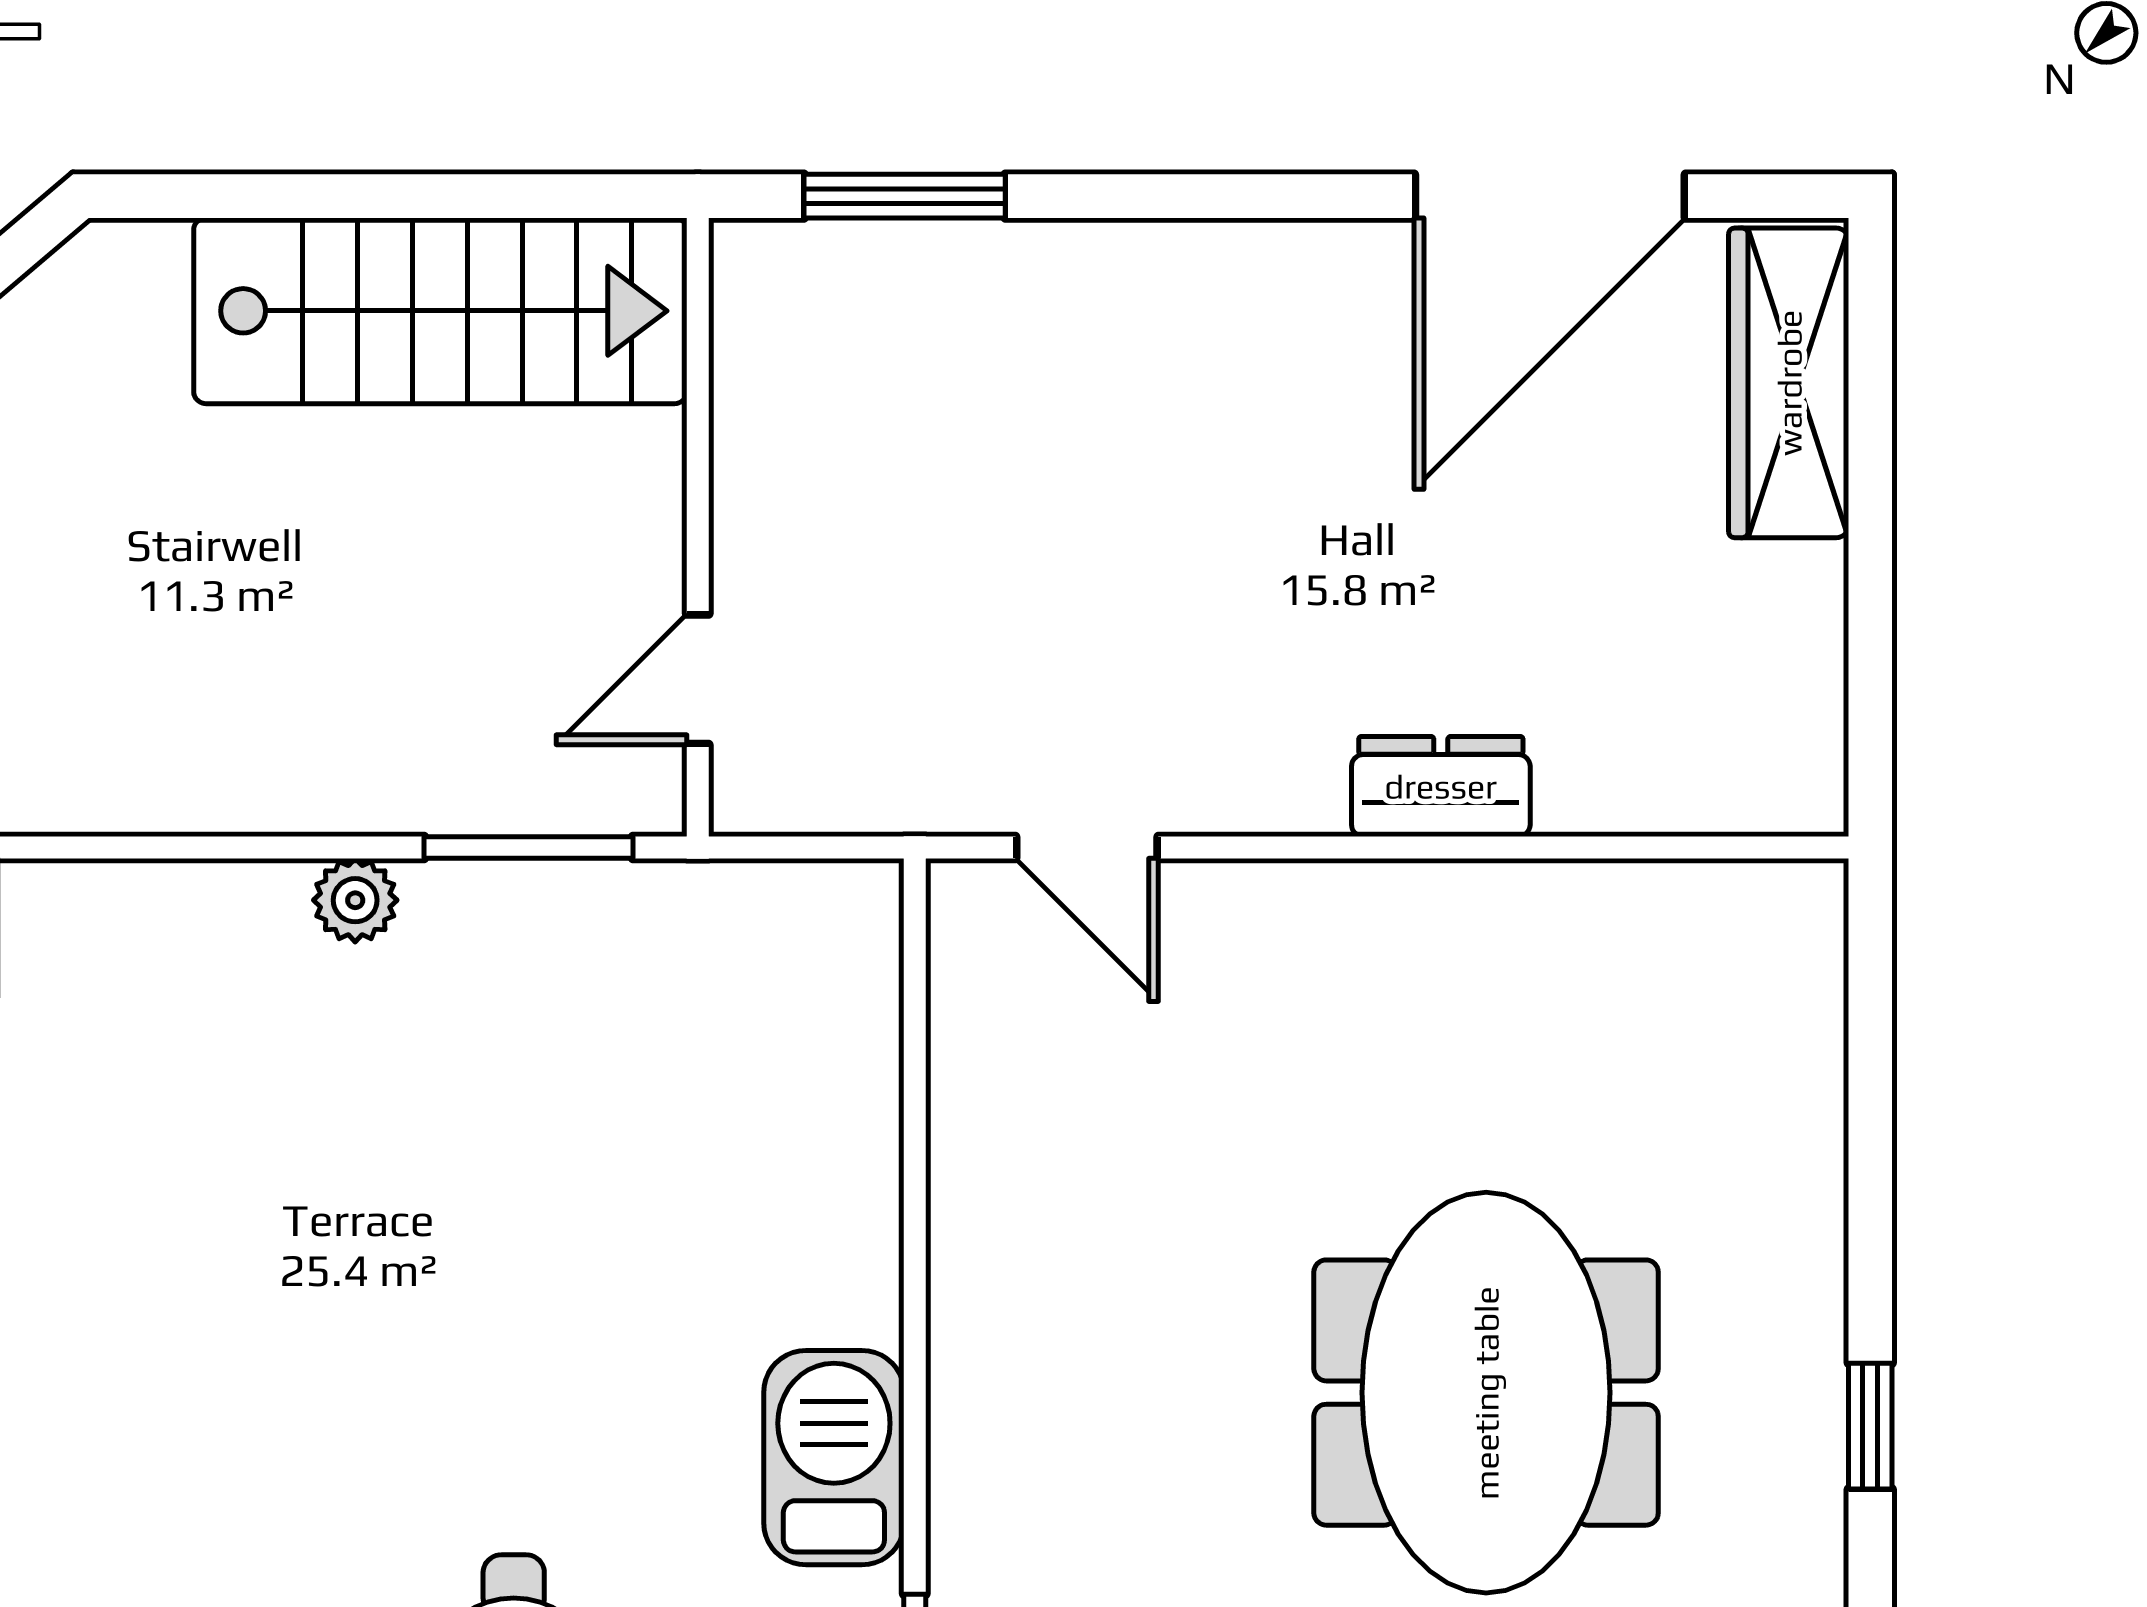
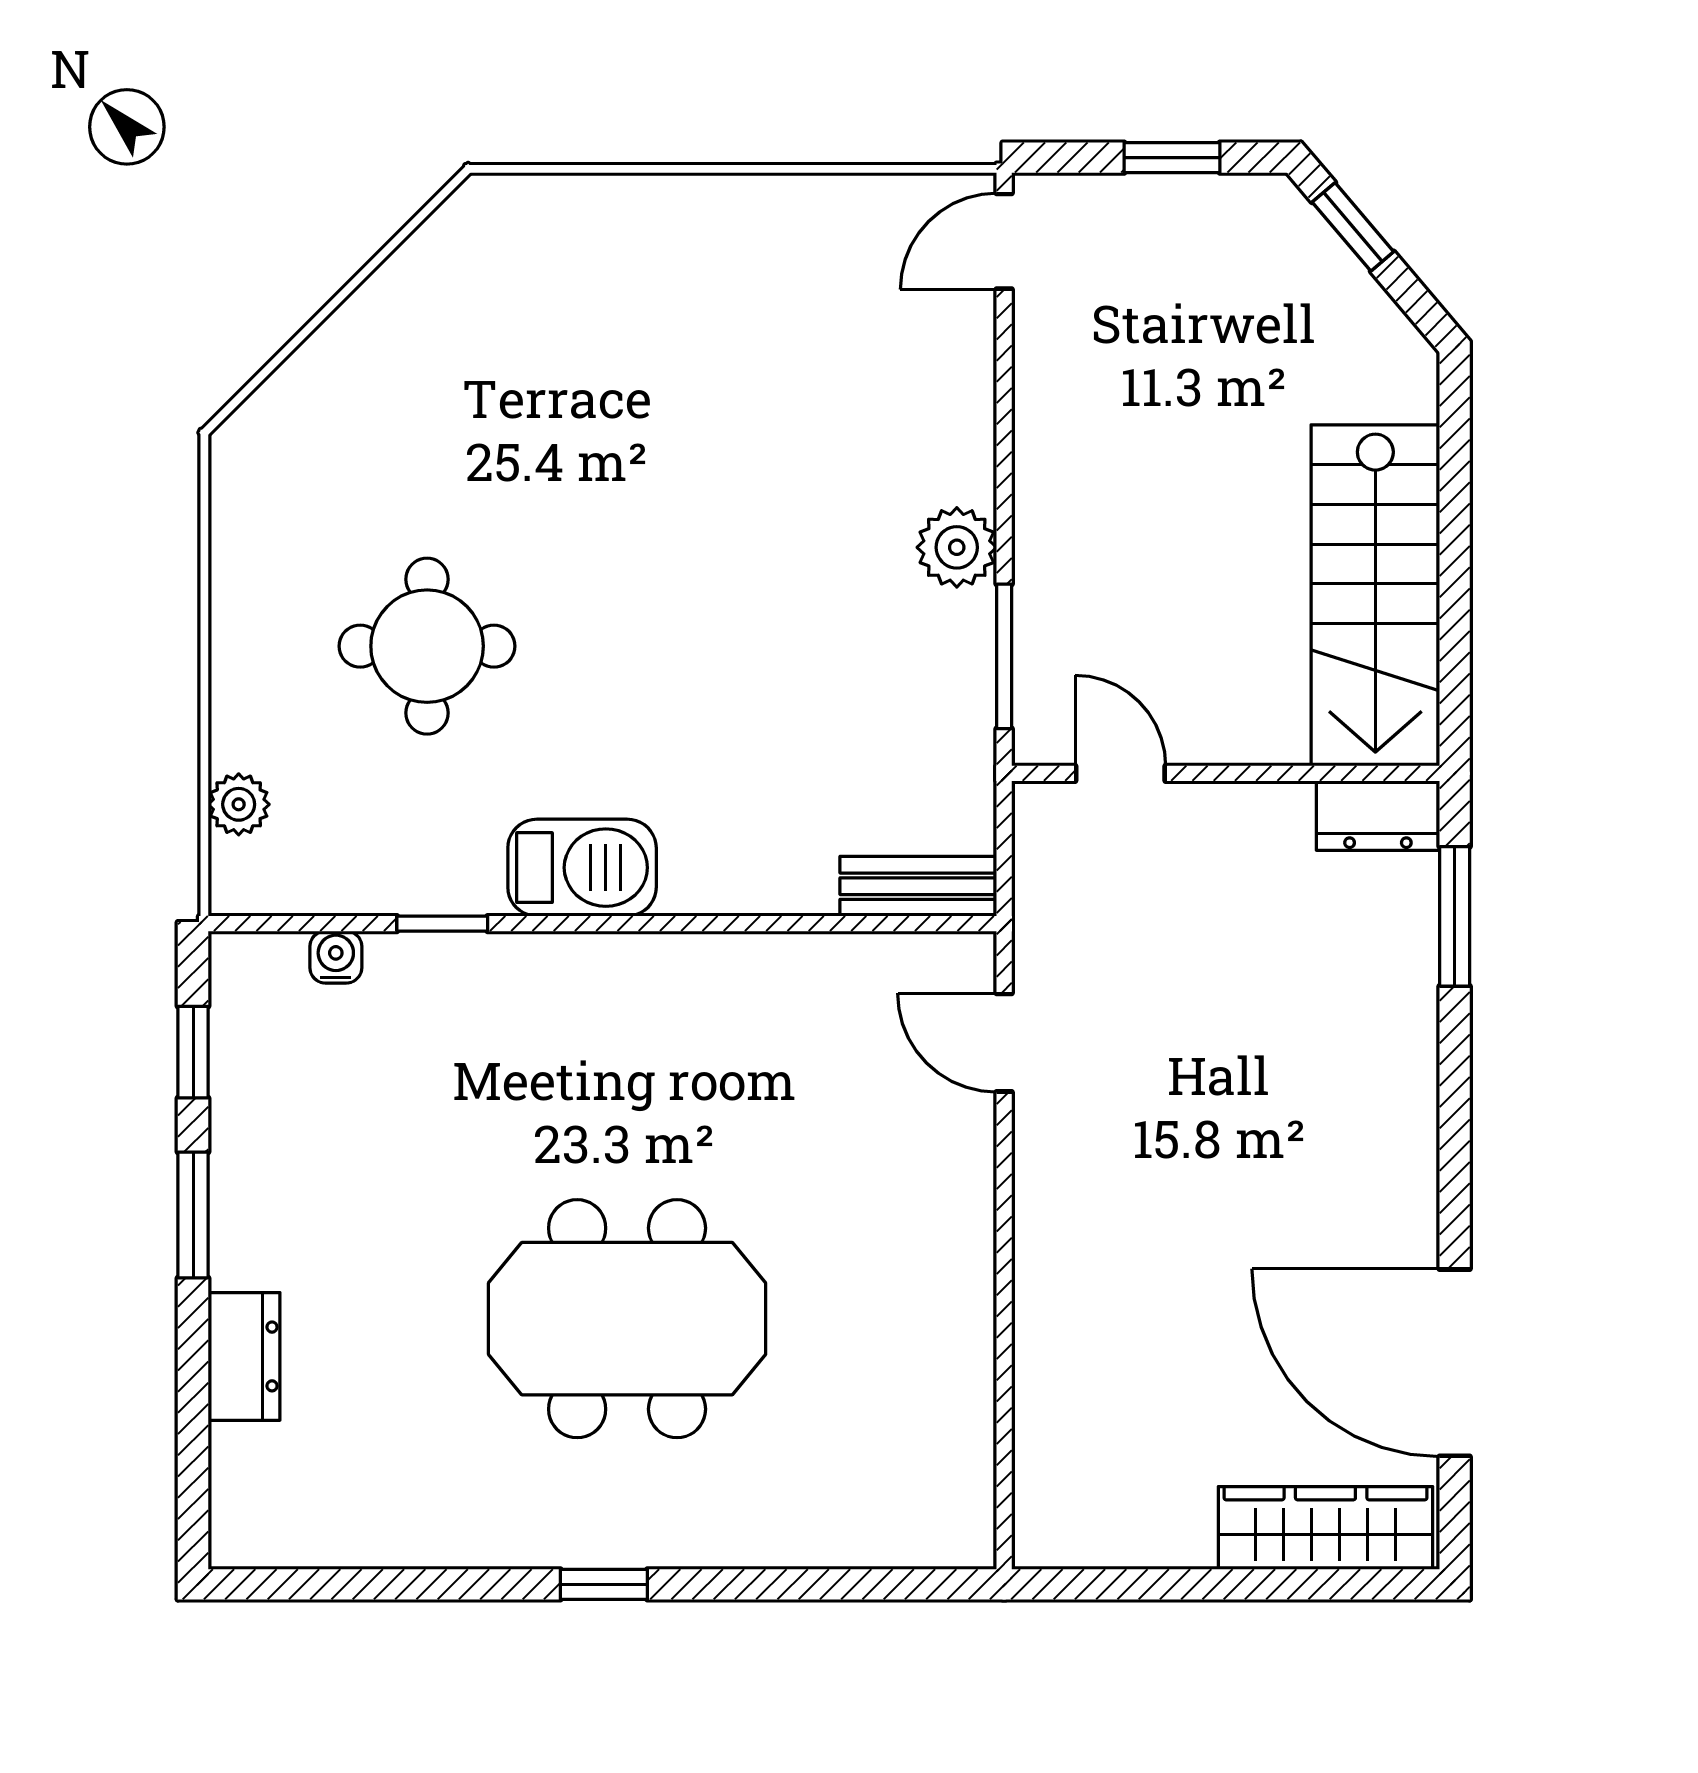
dresser: (1441, 786) -> (1378, 816), moved, turned 90
door: (1087, 848) -> (1004, 1043), hinge flipped
plant: (355, 900) -> (957, 547), width x1.38, depth x1.38
bench: (861, 972) -> (918, 886), added

